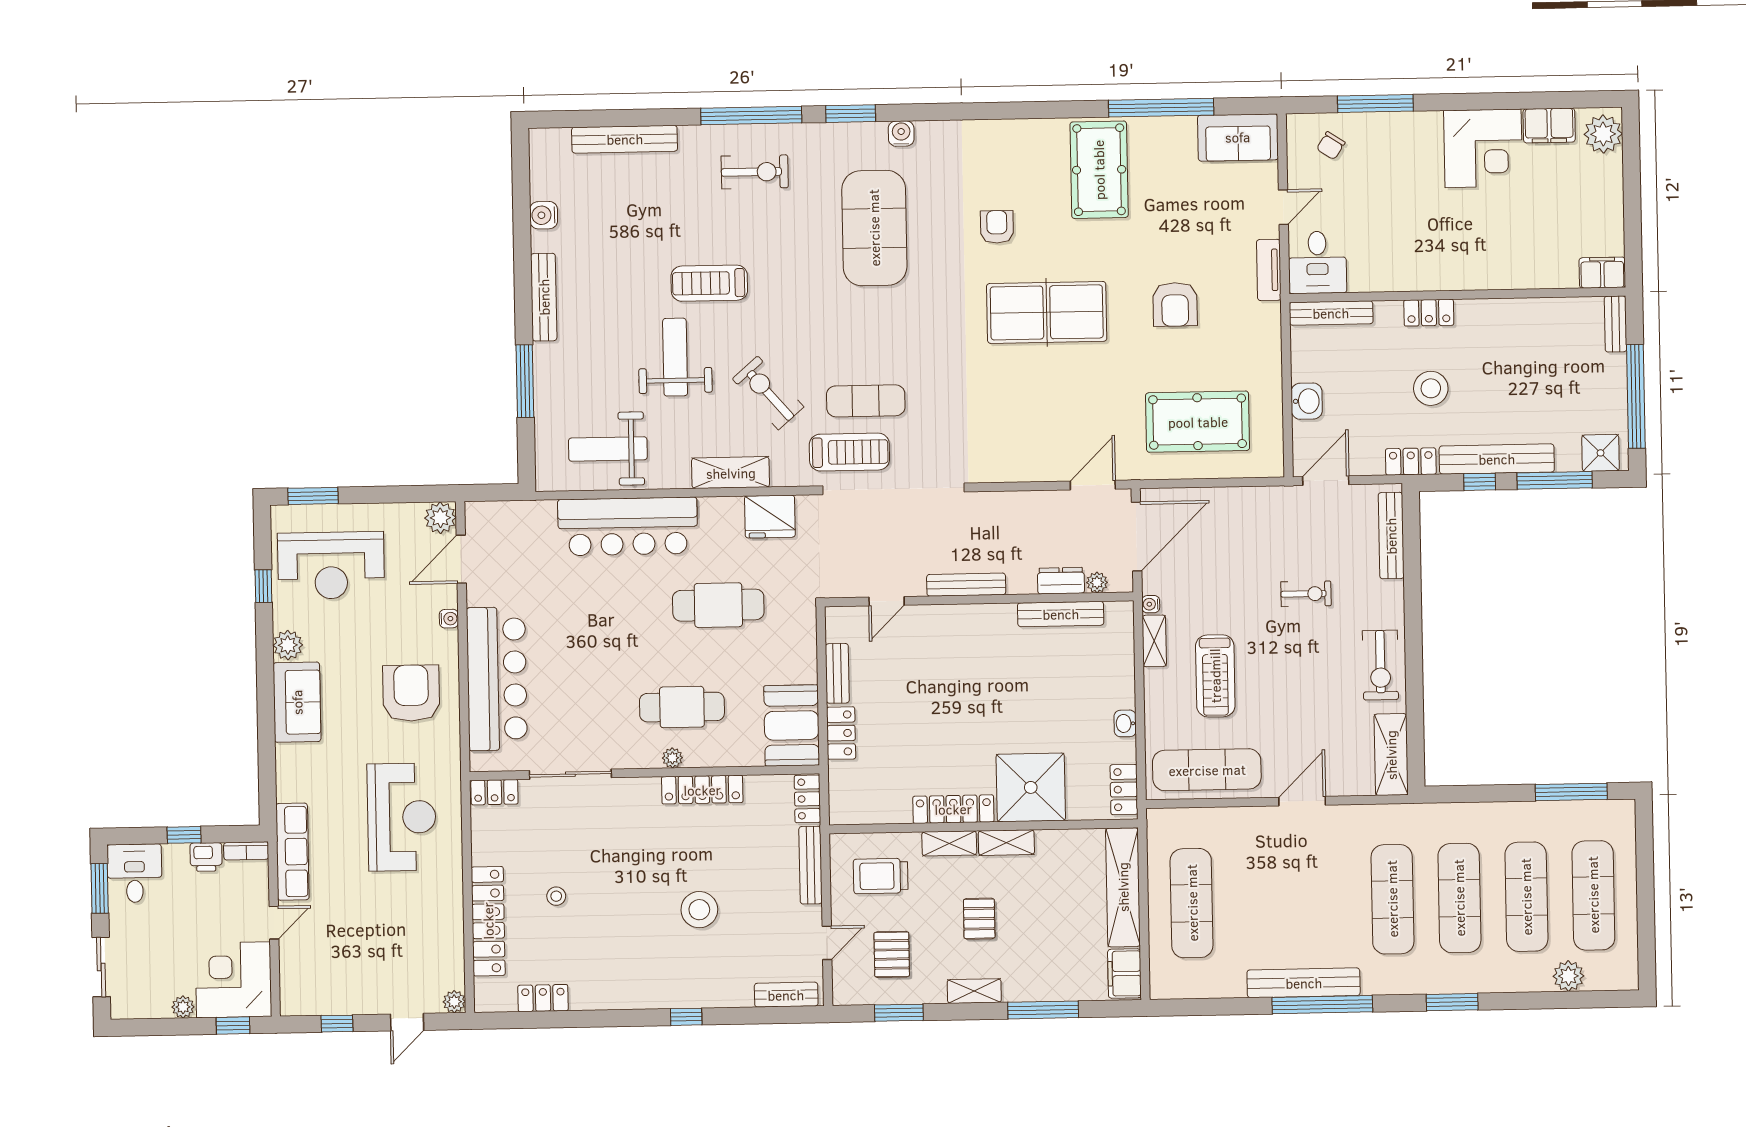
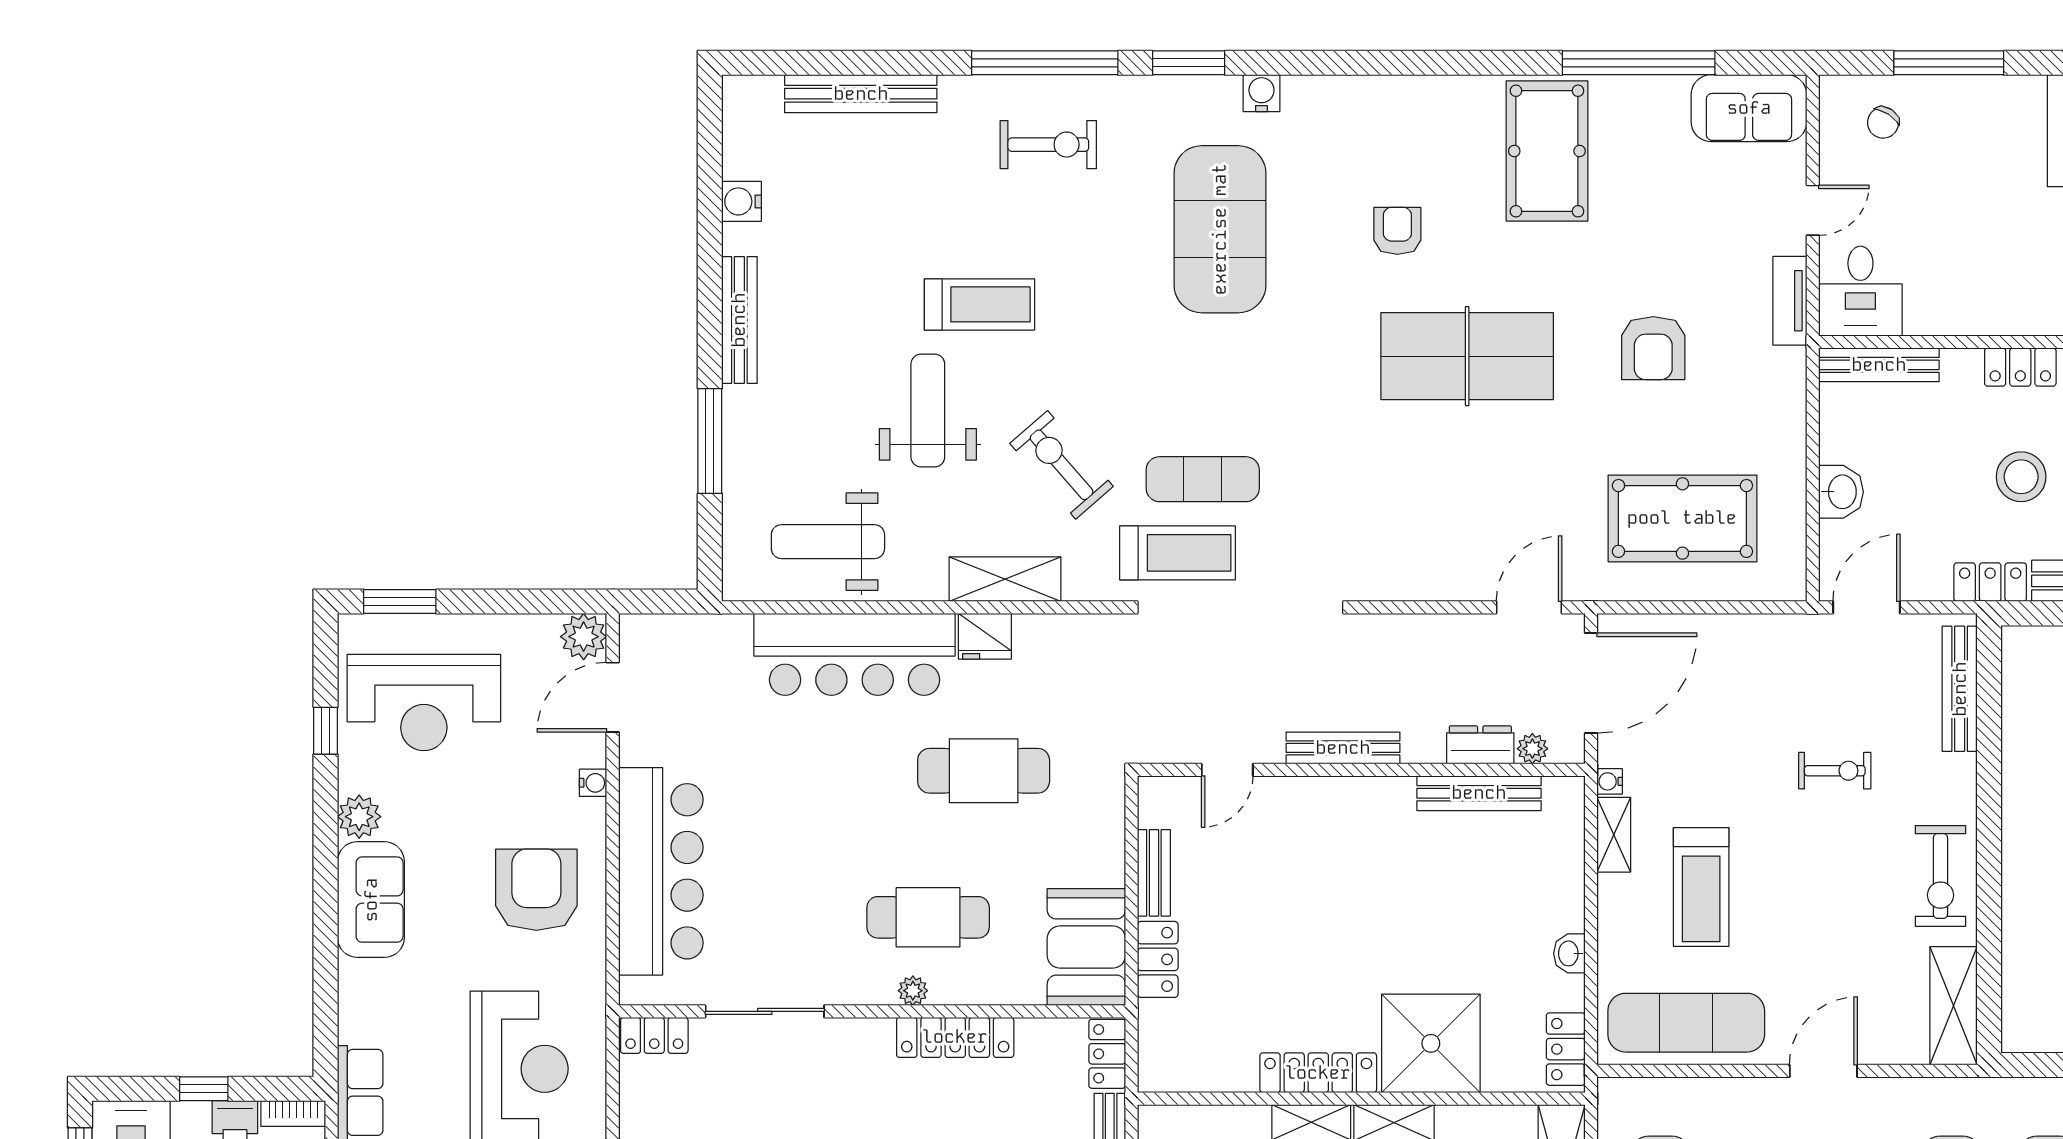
treadmill: (709, 283) -> (979, 304), turned 180
fridge: (770, 517) -> (985, 636), moved, width x0.73, depth x0.75

